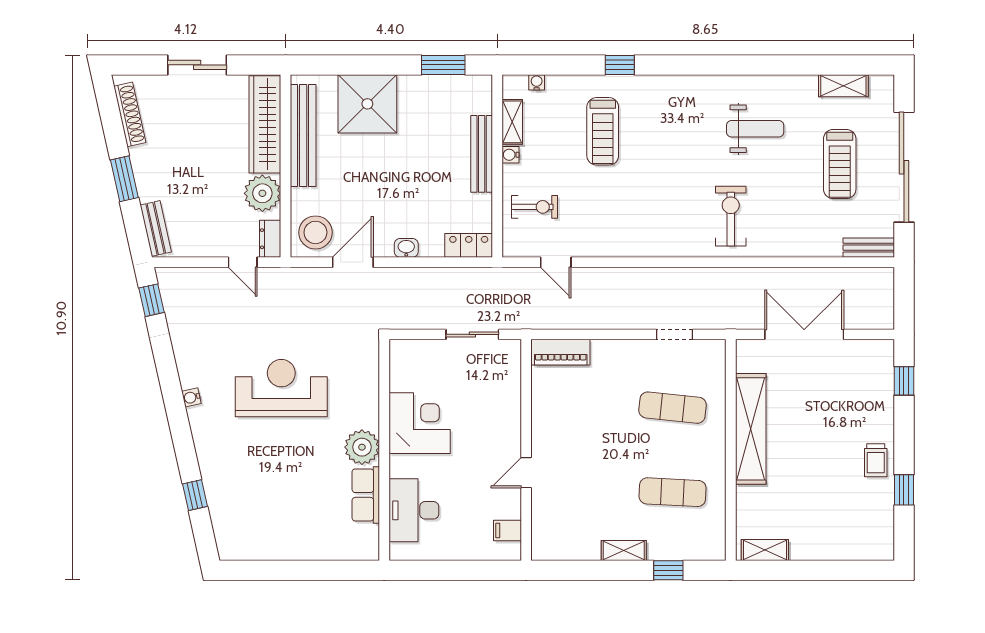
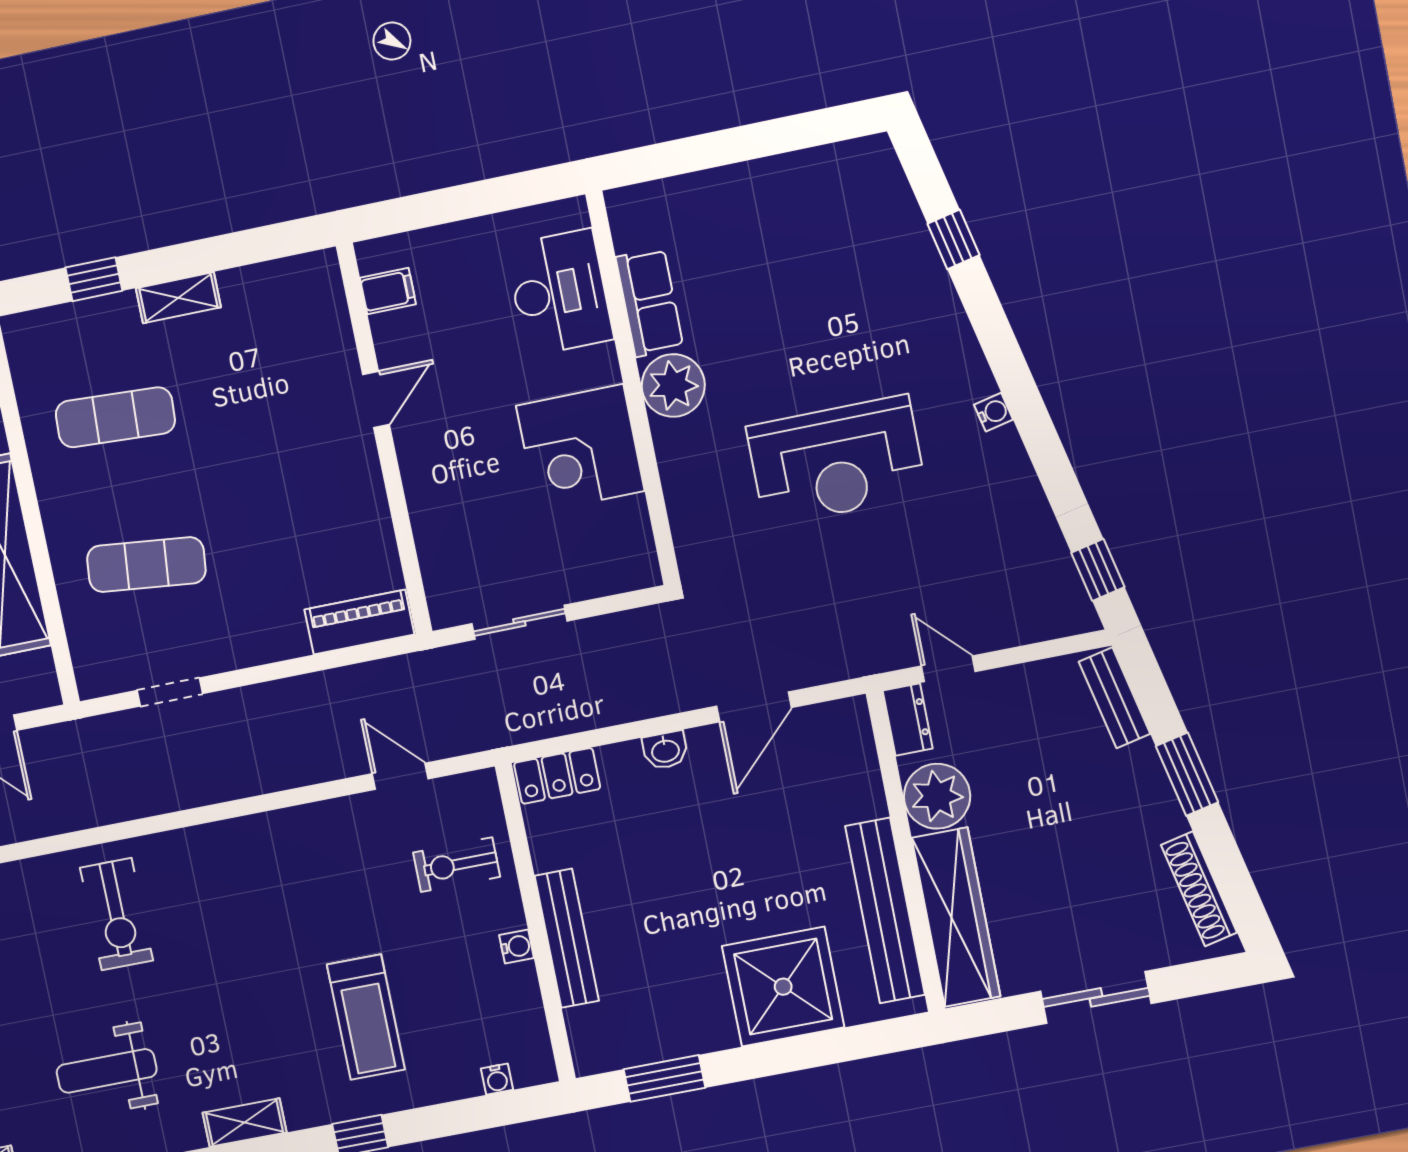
shelving: (512, 122) -> (245, 1123), moved, turned 90
treadmill: (603, 131) -> (366, 1017), turned 180
stool: (315, 232) -> (830, 746), removed

